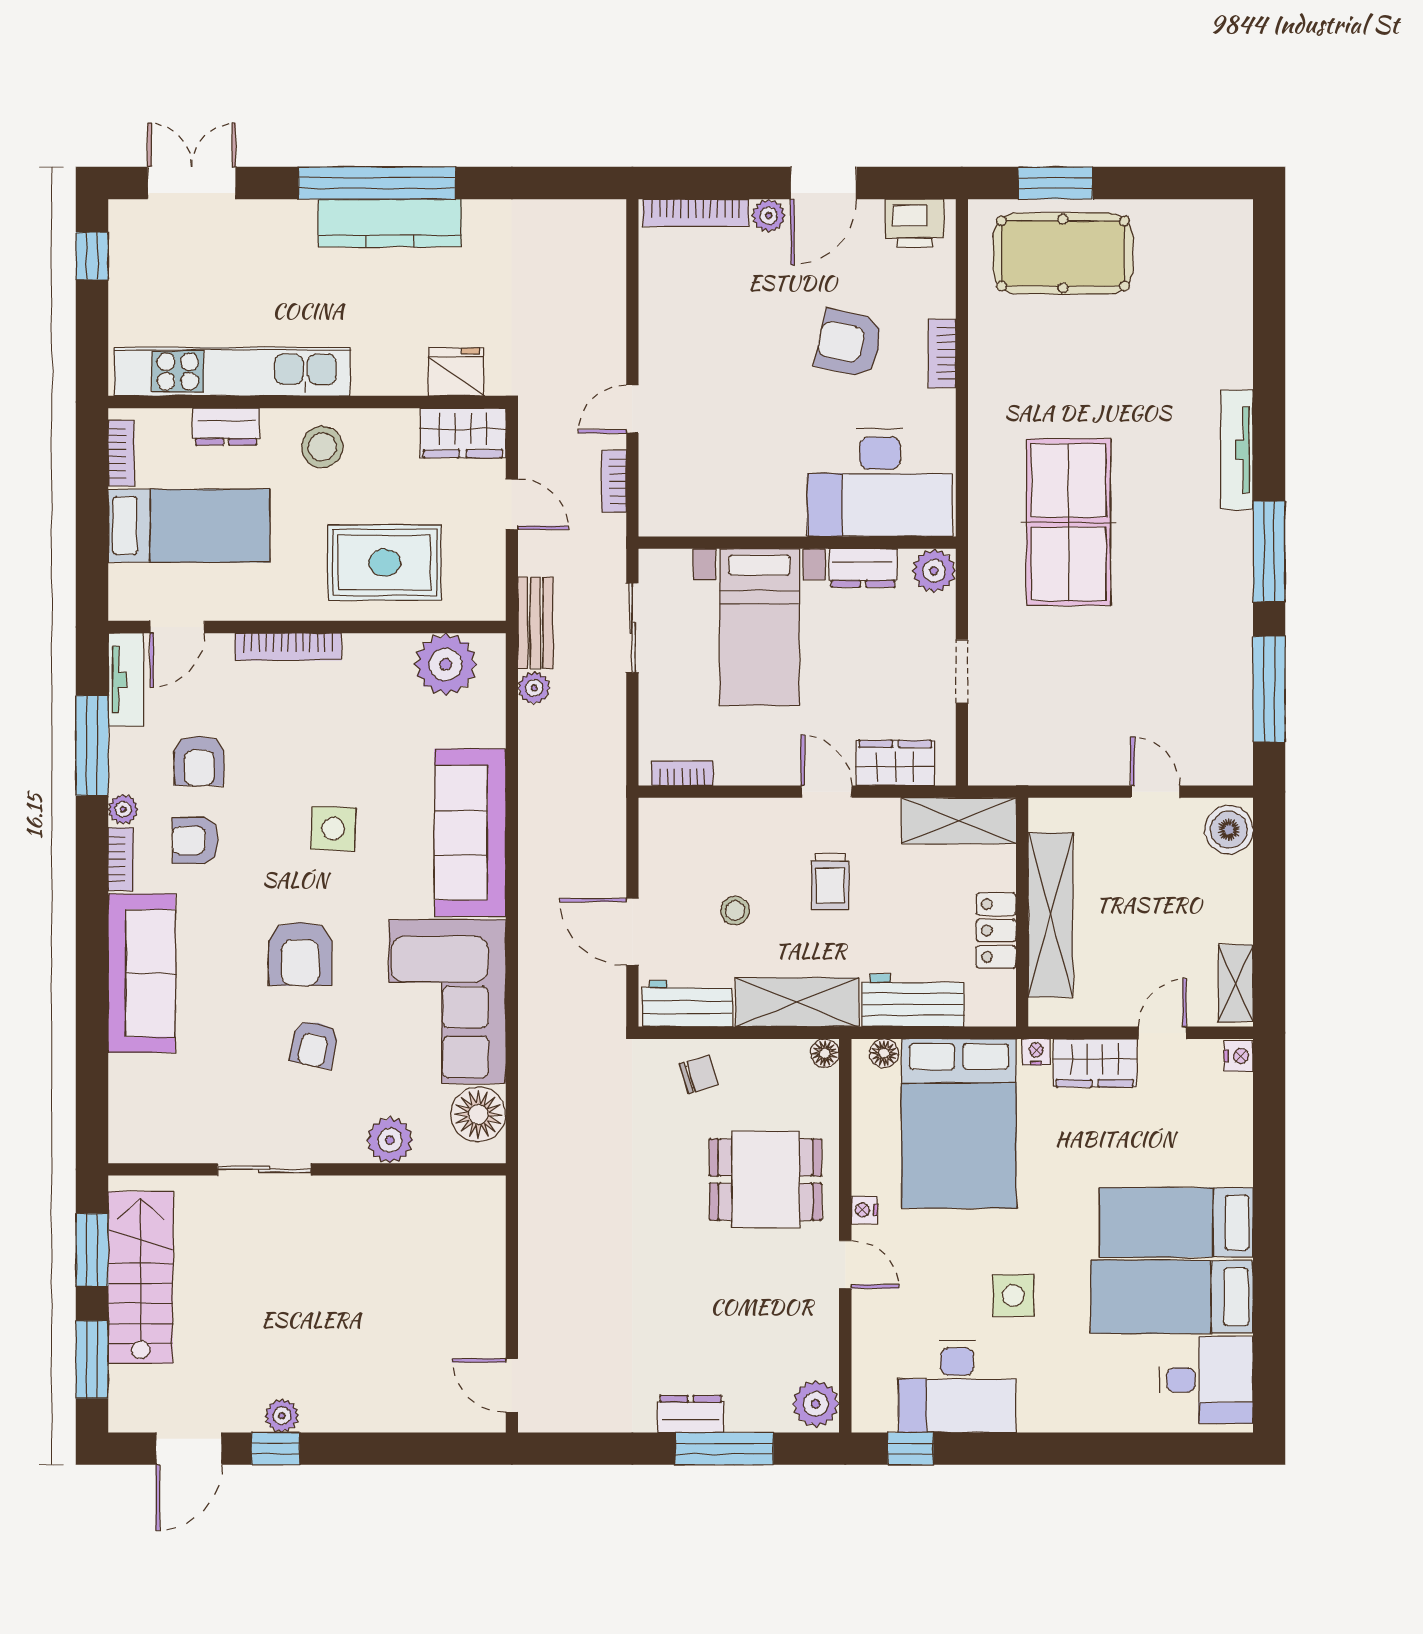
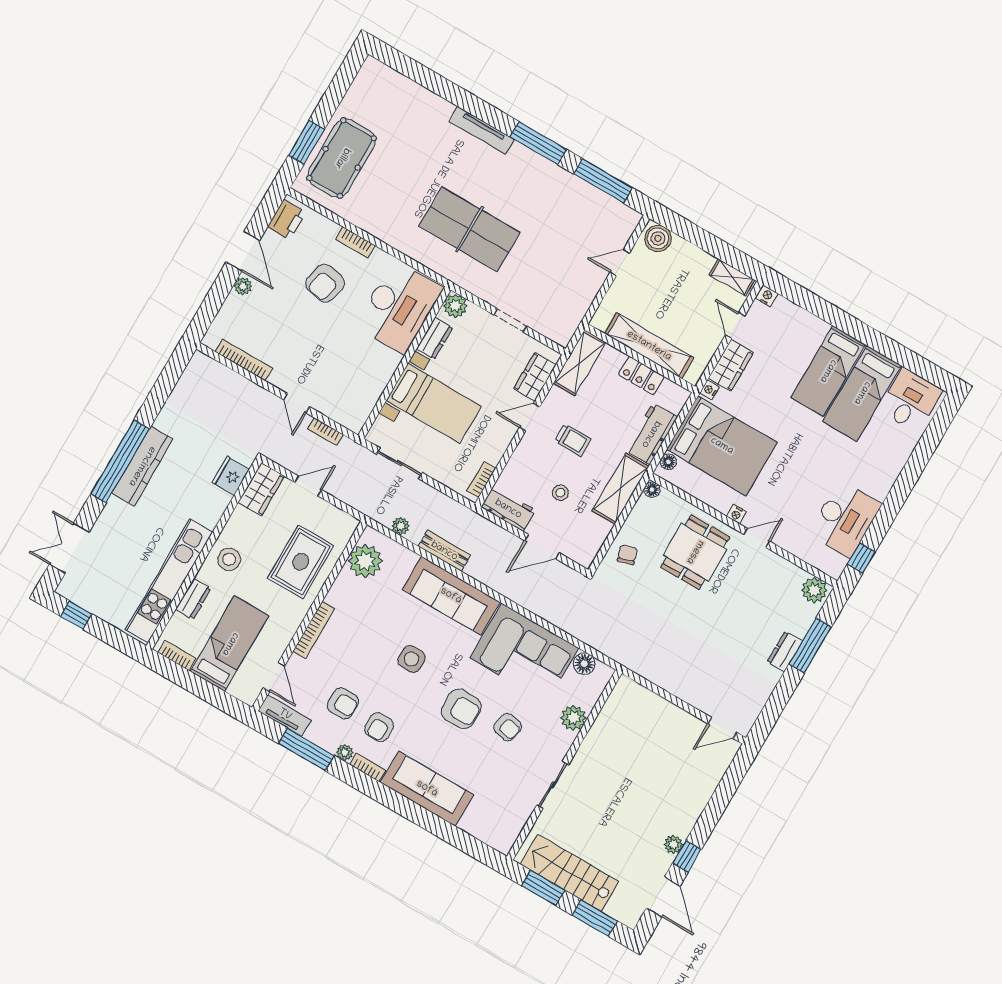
bookcase: (696, 213) -> (244, 360), moved, turned -90
bench: (535, 623) -> (444, 551), moved
workbench: (687, 1003) -> (508, 509), moved, turned 90
floor lamp: (478, 1114) -> (584, 664), width x0.73, depth x0.73
side table: (1013, 1295) -> (818, 468), removed

